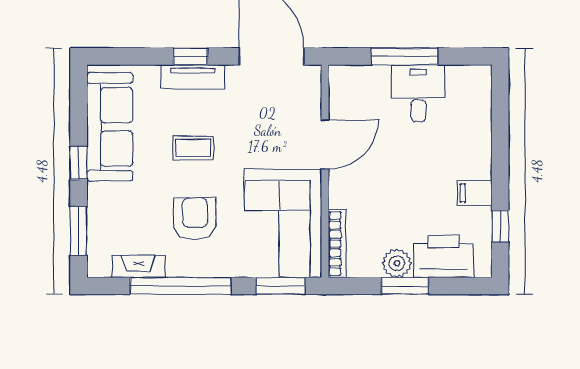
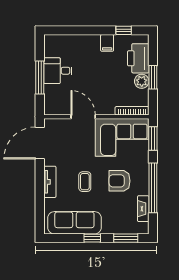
window: (190, 56) -> (40, 183), removed

